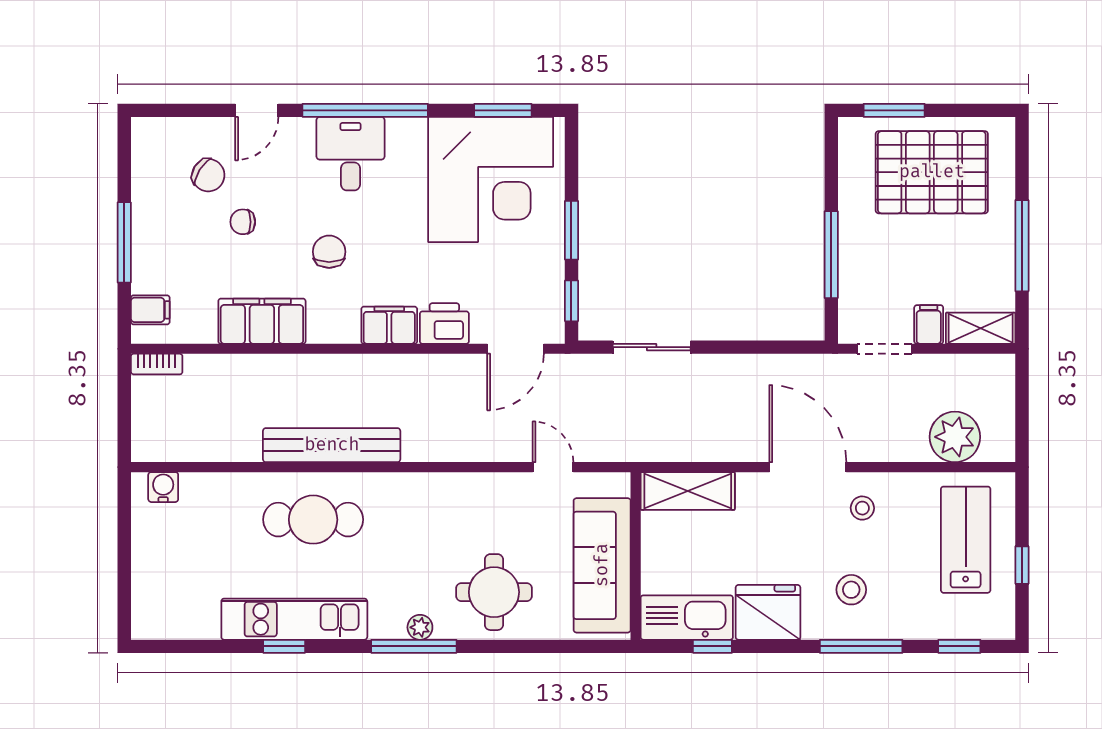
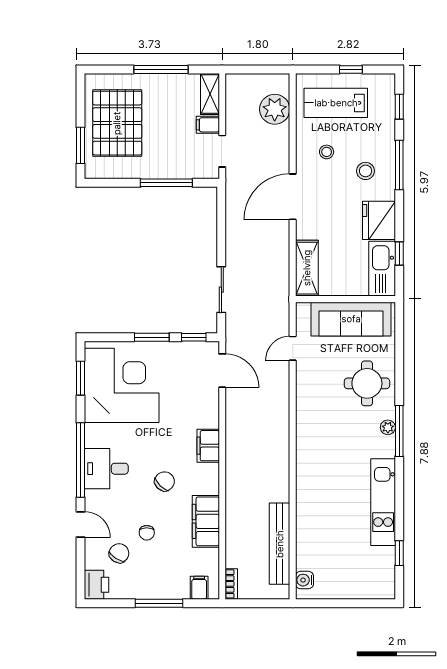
chair: (329, 252) -> (165, 481), turned 134
printer: (444, 324) -> (96, 585), moved, turned 180
bench: (332, 445) -> (280, 544), moved
stool: (862, 508) -> (327, 152), moved
cafe table: (313, 520) -> (324, 491), removed
window: (284, 646) -> (399, 553), moved

